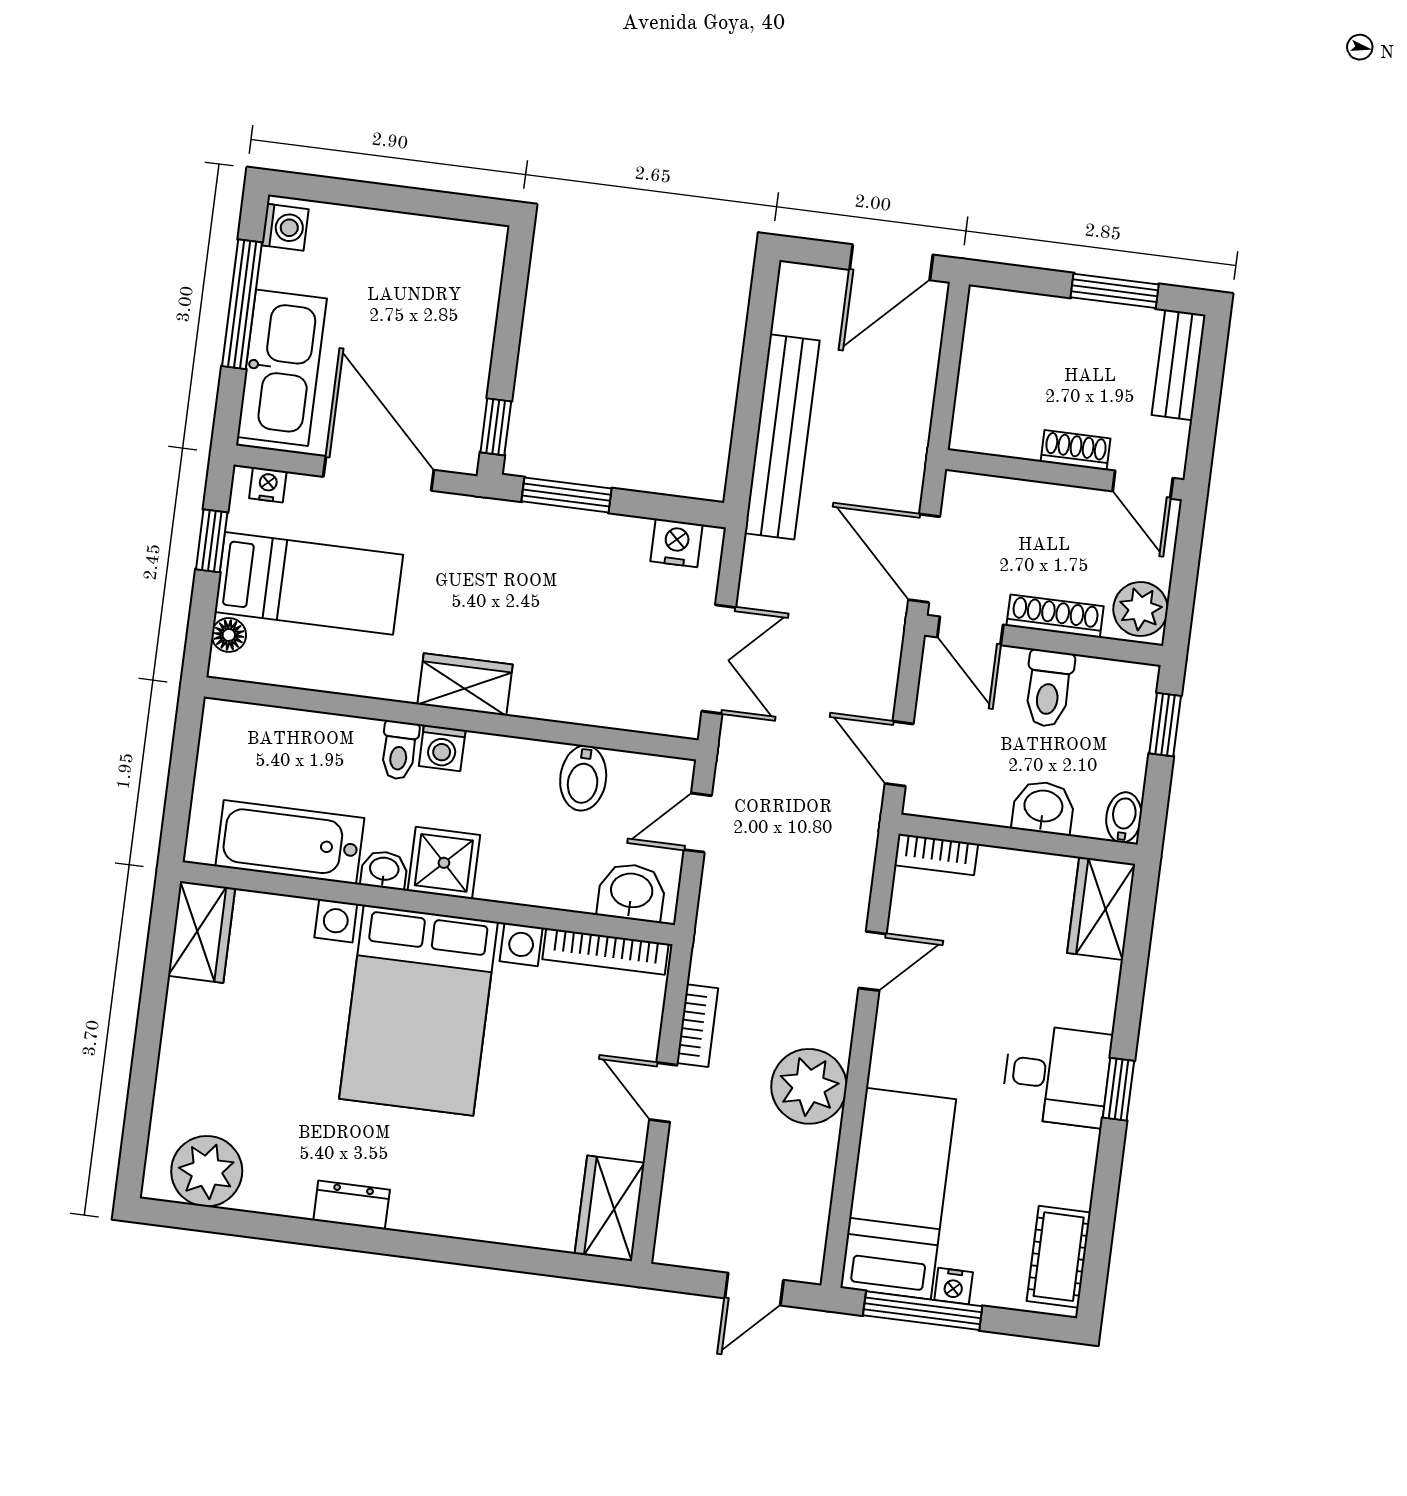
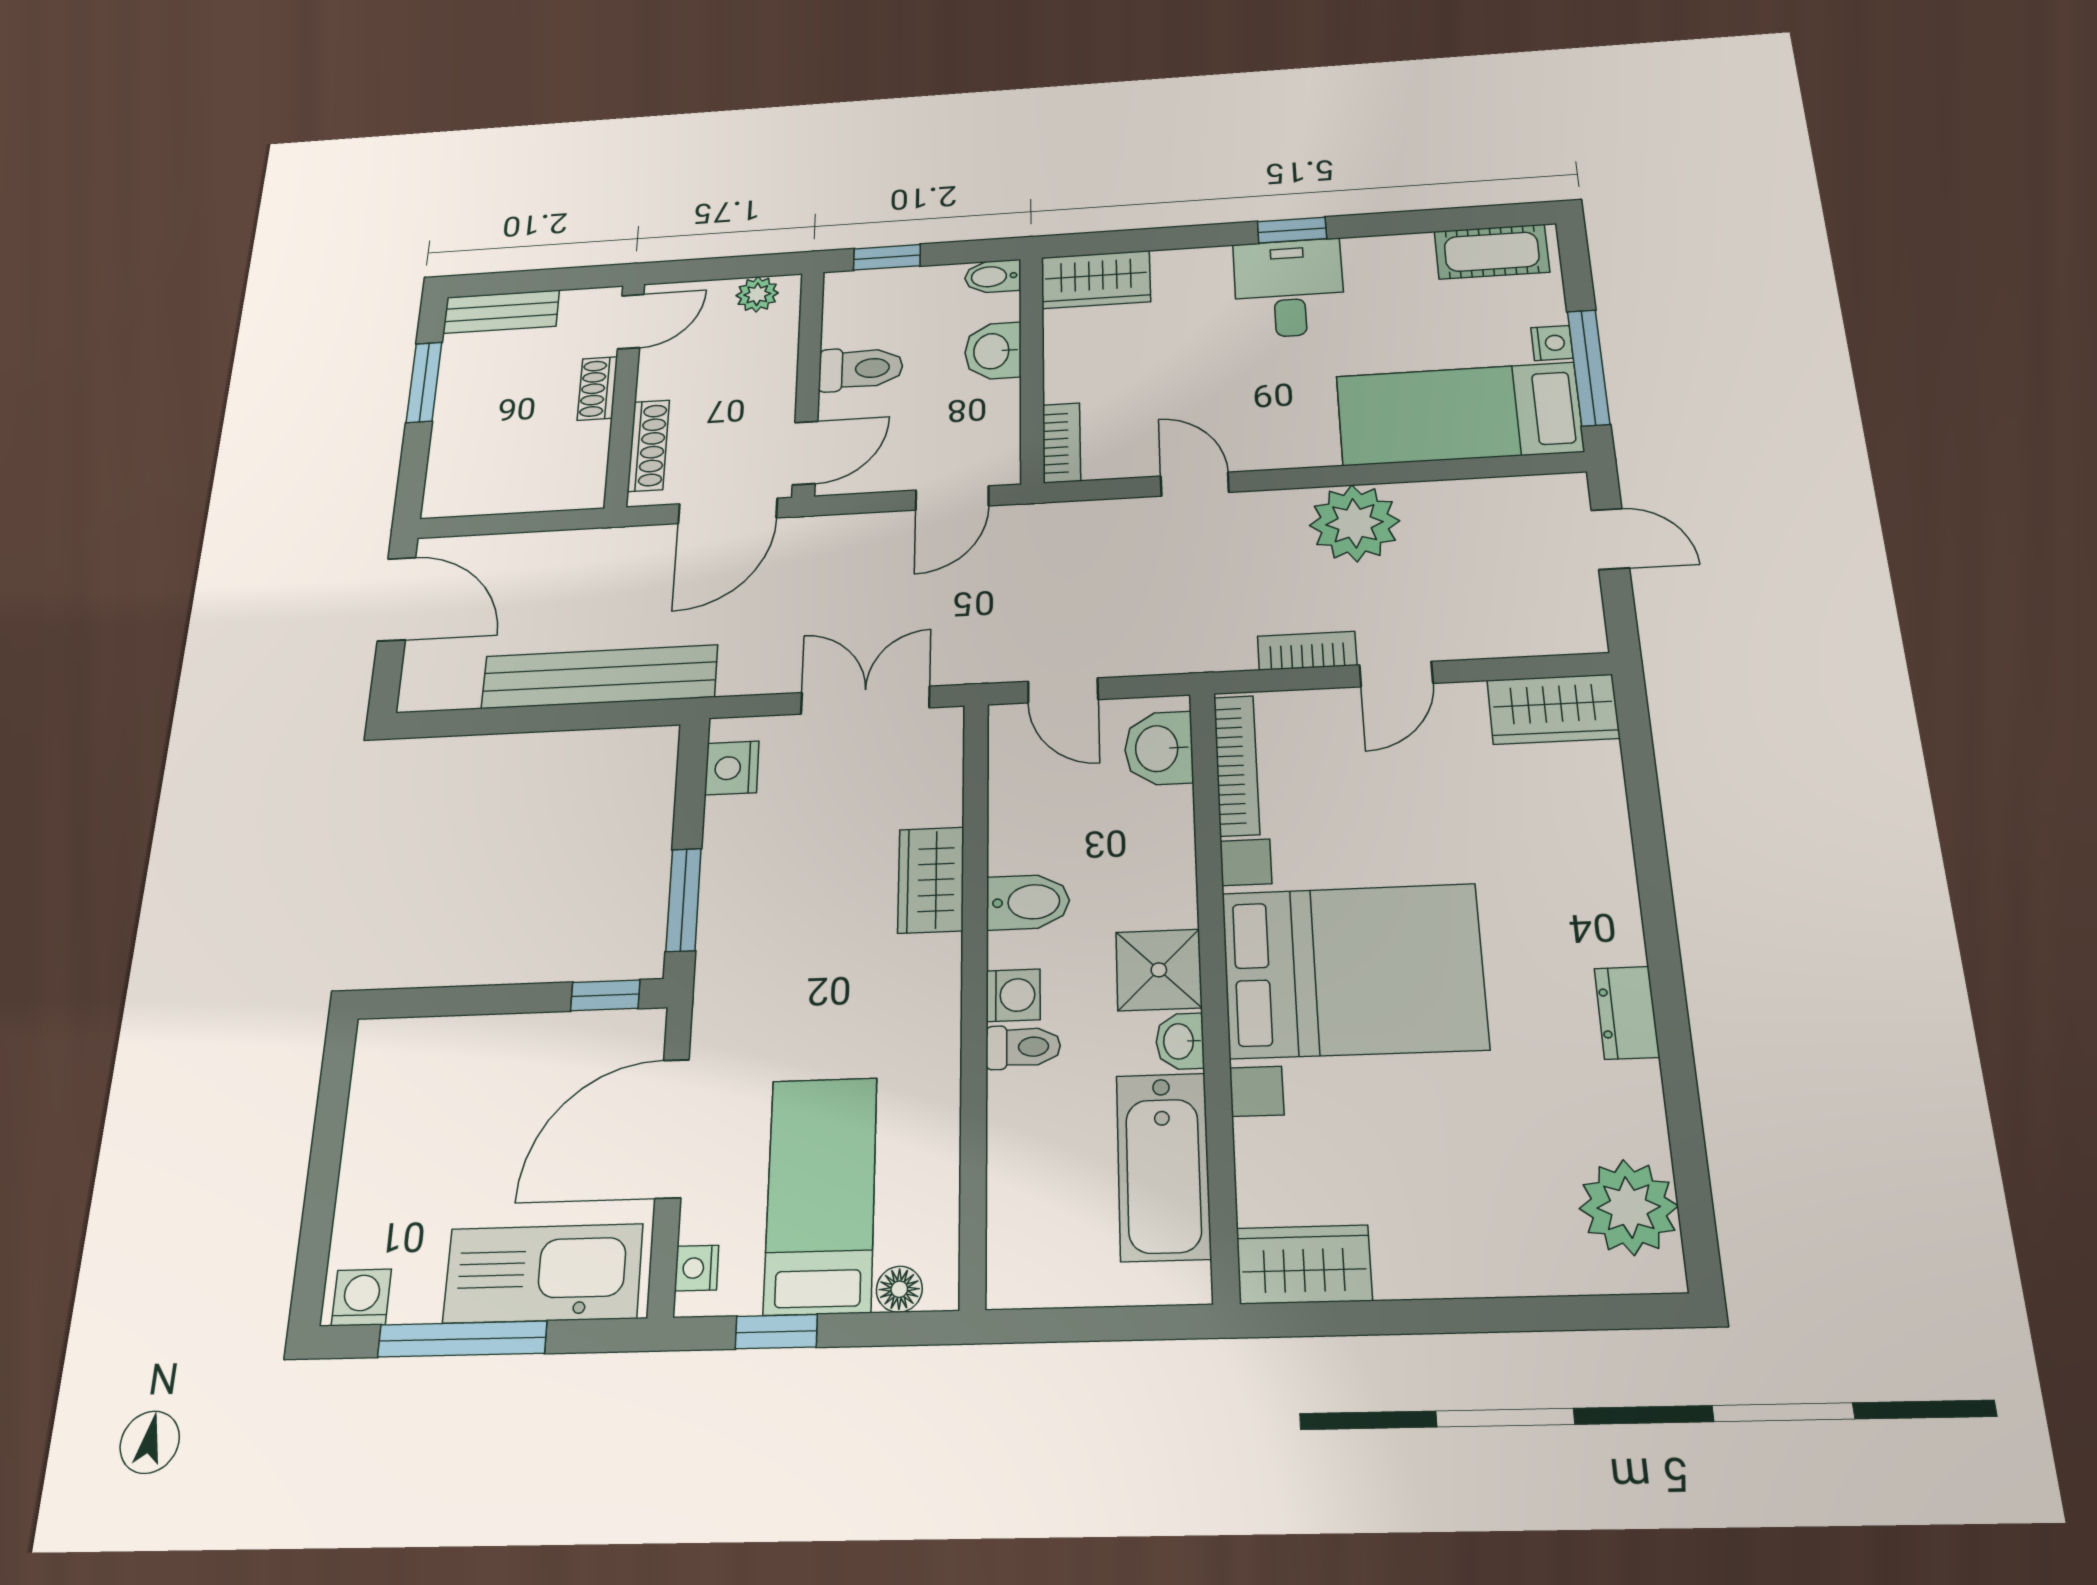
plant: (1141, 609) -> (757, 294), width x0.73, depth x0.73
shoe rack: (1055, 616) -> (648, 446), moved, turned 180
wardrobe: (465, 684) -> (931, 880), moved
bidet: (583, 778) -> (1028, 902), moved

